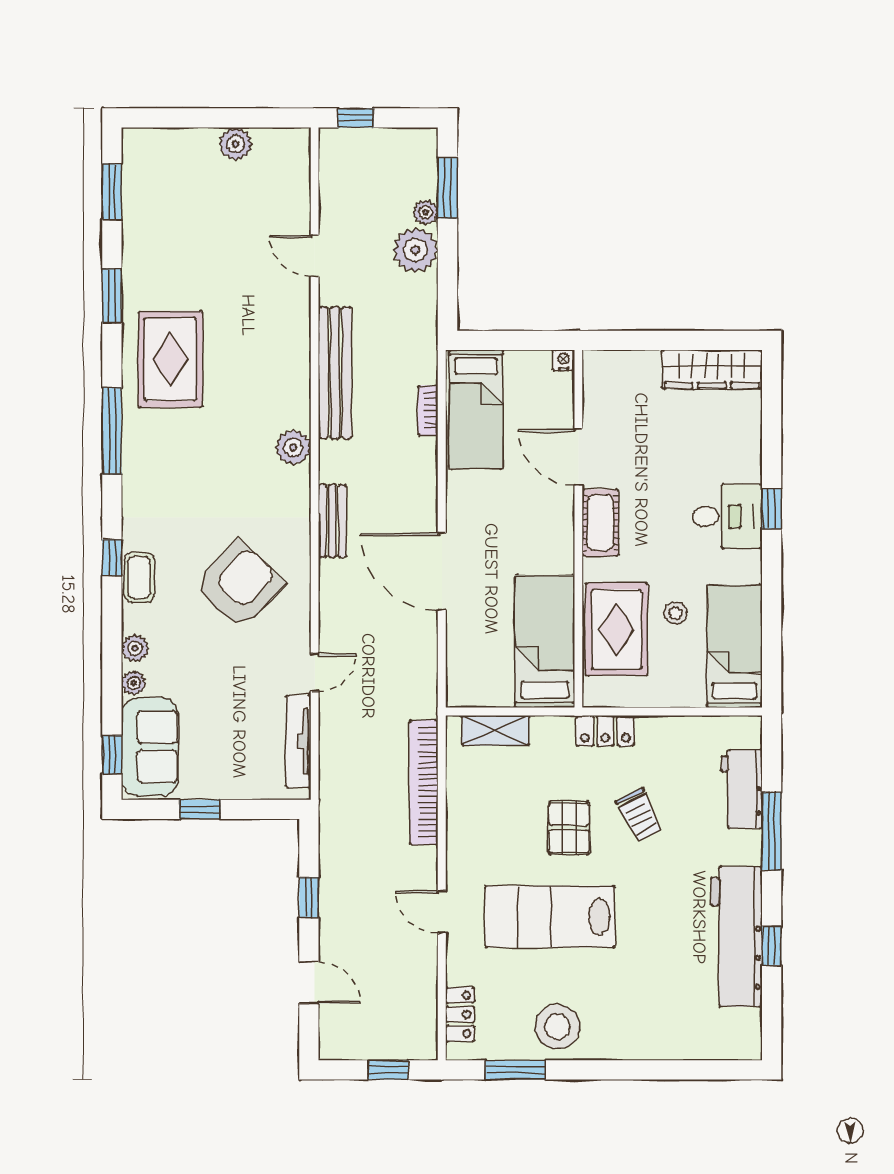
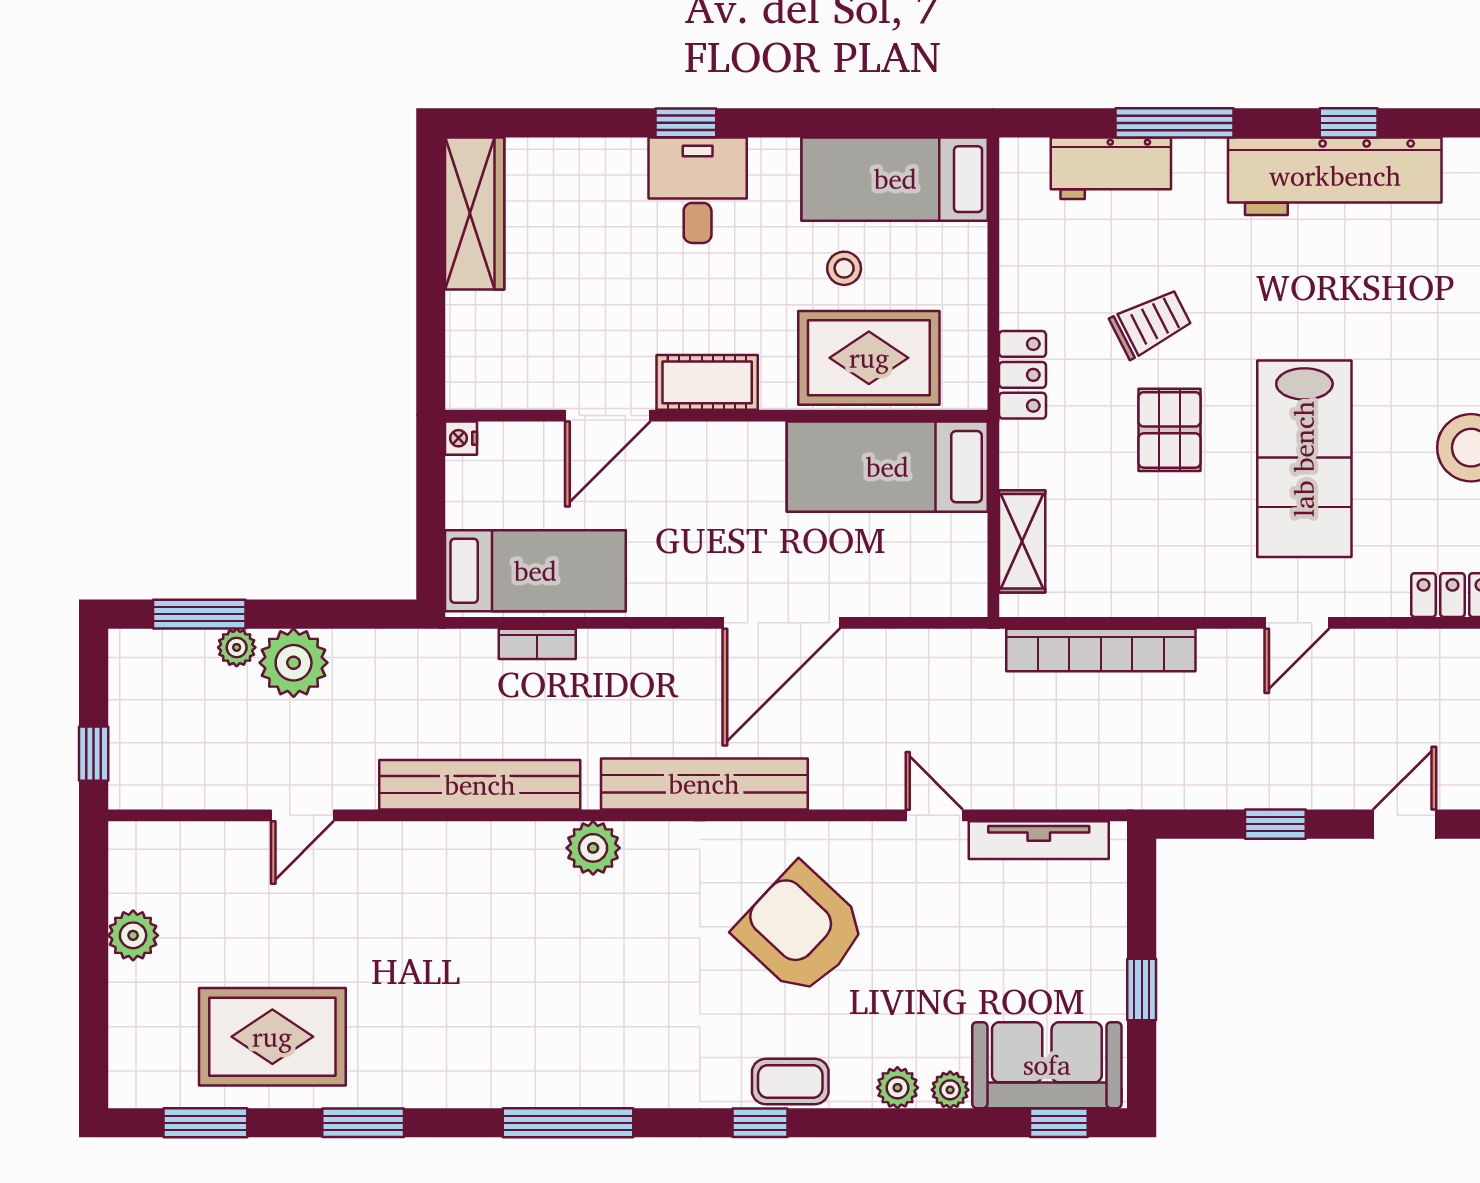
rug: (170, 359) -> (272, 1037), moved
bench: (332, 521) -> (704, 784), width x1.86, depth x1.21
pallet: (569, 828) -> (1170, 430), turned 90

